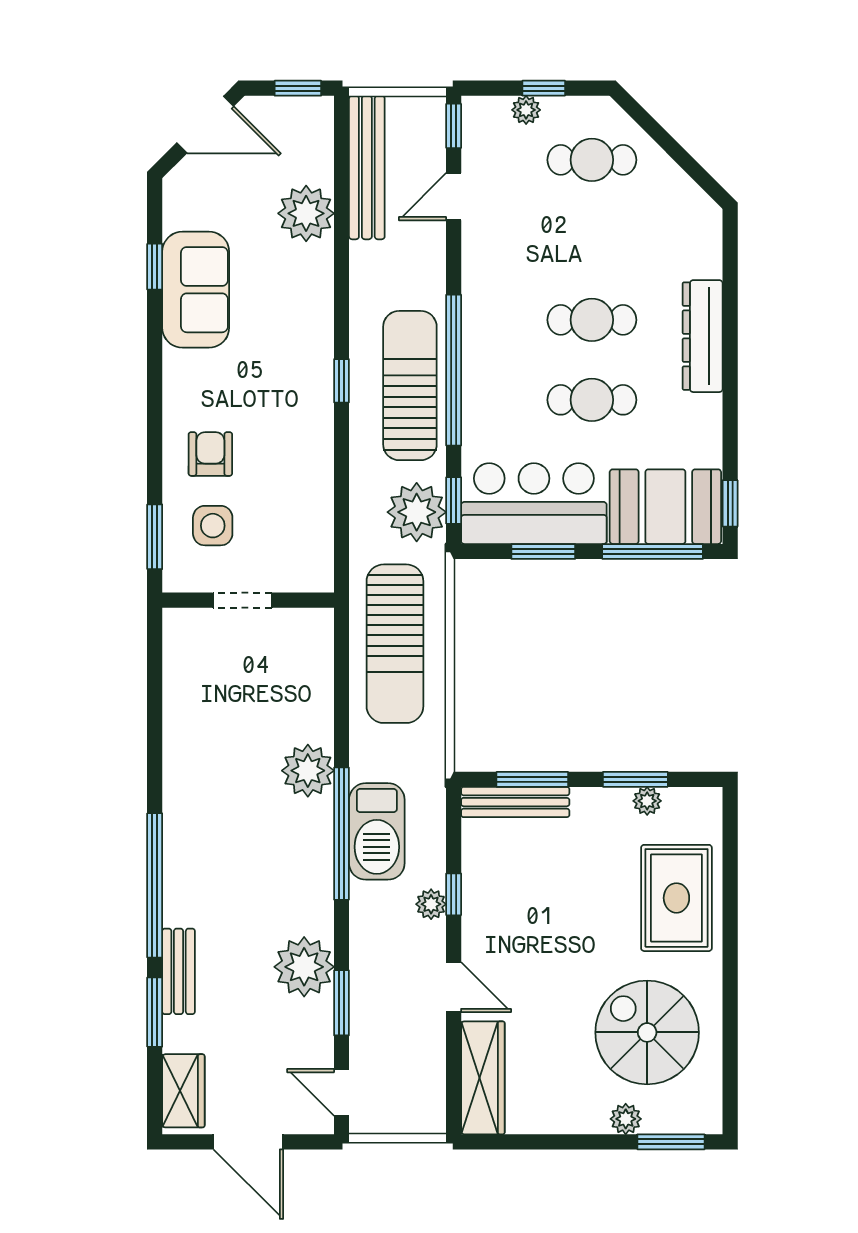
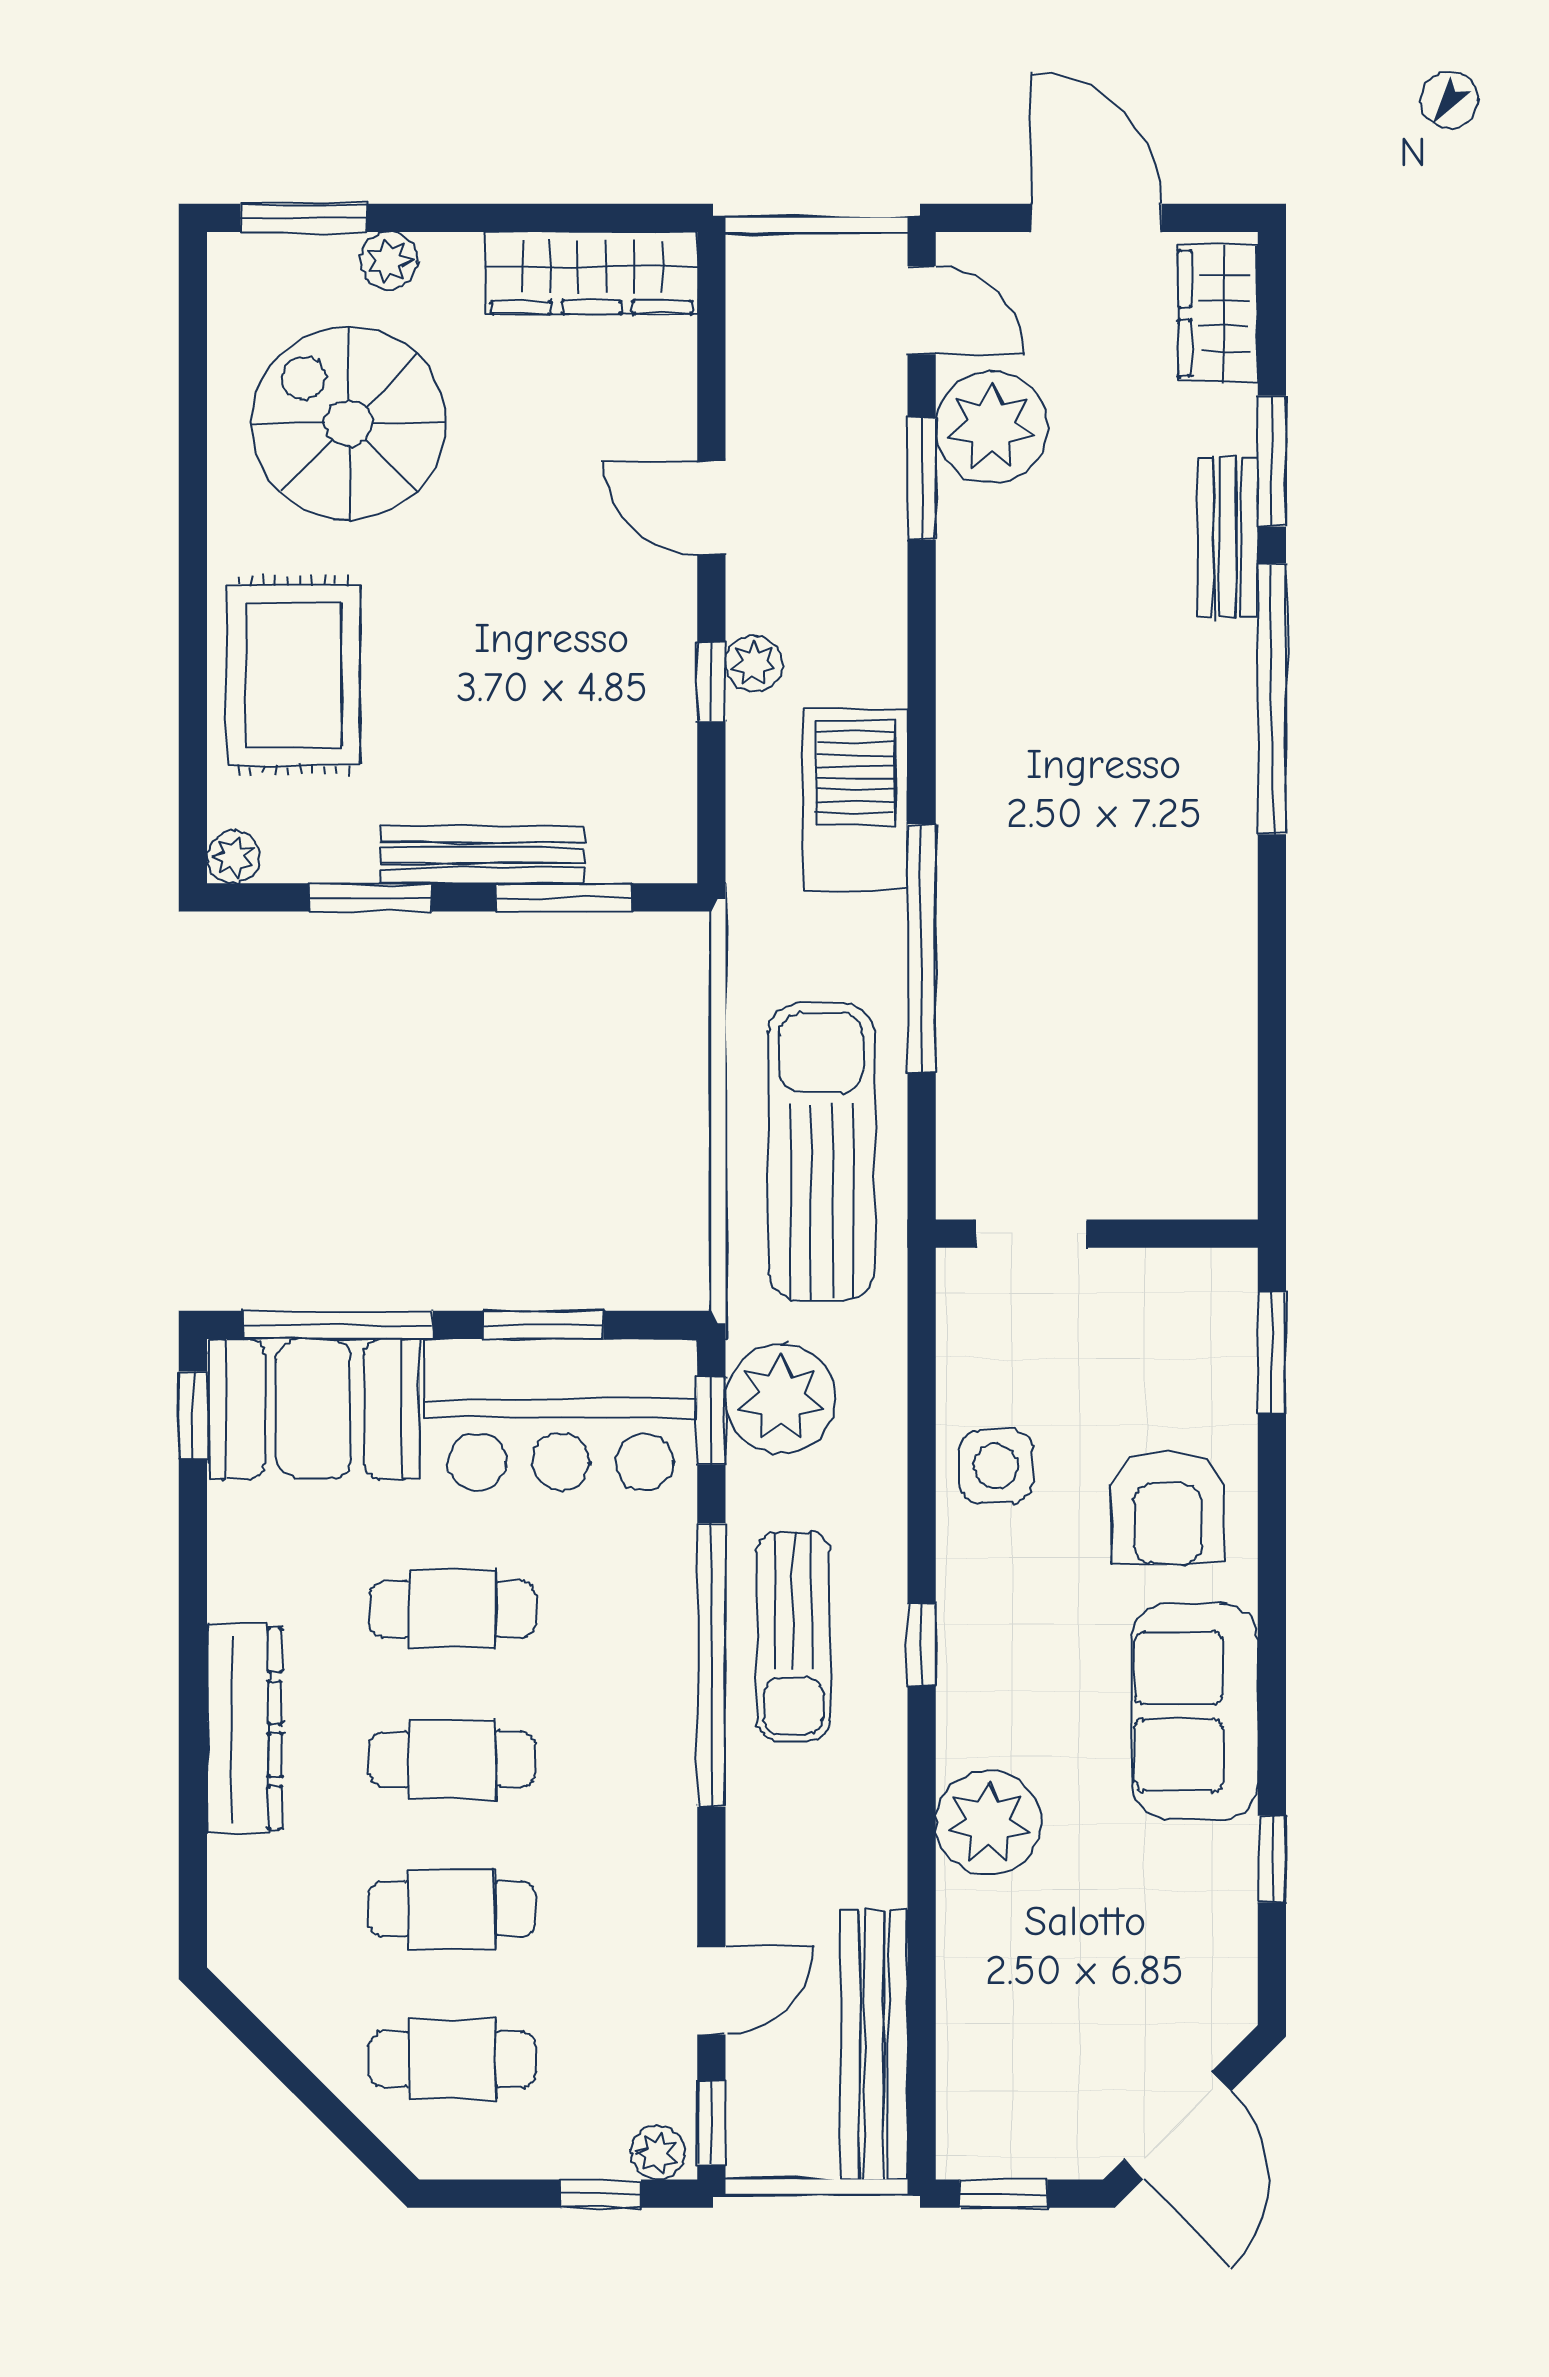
window: (544, 88) -> (601, 2194), moved
plant: (526, 110) -> (657, 2153), moved
door: (205, 125) -> (1177, 2125), swing flipped
plant: (306, 213) -> (988, 1823), moved
cafe table: (592, 240) -> (452, 1909), added
sofa: (196, 290) -> (1195, 1712), moved
sun lounger: (410, 386) -> (793, 1636), width x0.73, depth x0.75
armchair: (210, 454) -> (1168, 1508), width x1.38, depth x1.38
side table: (213, 526) -> (996, 1466), moved
doorway: (242, 600) -> (1031, 1234), moved
plant: (308, 771) -> (985, 914), removed
plant: (647, 801) -> (233, 857), moved
bench: (515, 802) -> (482, 855), moved
window: (342, 834) -> (922, 948), moved
plant: (304, 967) -> (992, 427), moved
spiral stairs: (647, 1032) -> (349, 423), turned 180
wardrobe: (483, 1078) -> (592, 273), moved, turned -90

